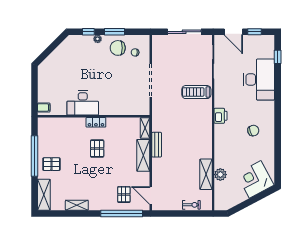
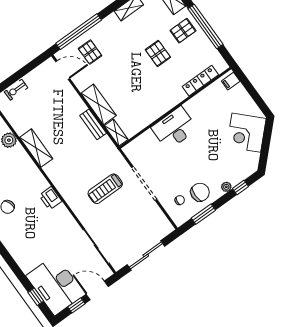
window: (115, 32) -> (203, 214), moved
corner desk: (58, 66) -> (246, 133), added
desk: (259, 80) -> (55, 285), moved
treadmill: (196, 92) -> (105, 189), moved, turned 180
desk: (83, 103) -> (174, 128), moved
locker: (96, 122) -> (200, 81), moved, width x1.53
pallet: (97, 149) -> (158, 53), moved
shelving: (206, 174) -> (36, 148), moved

